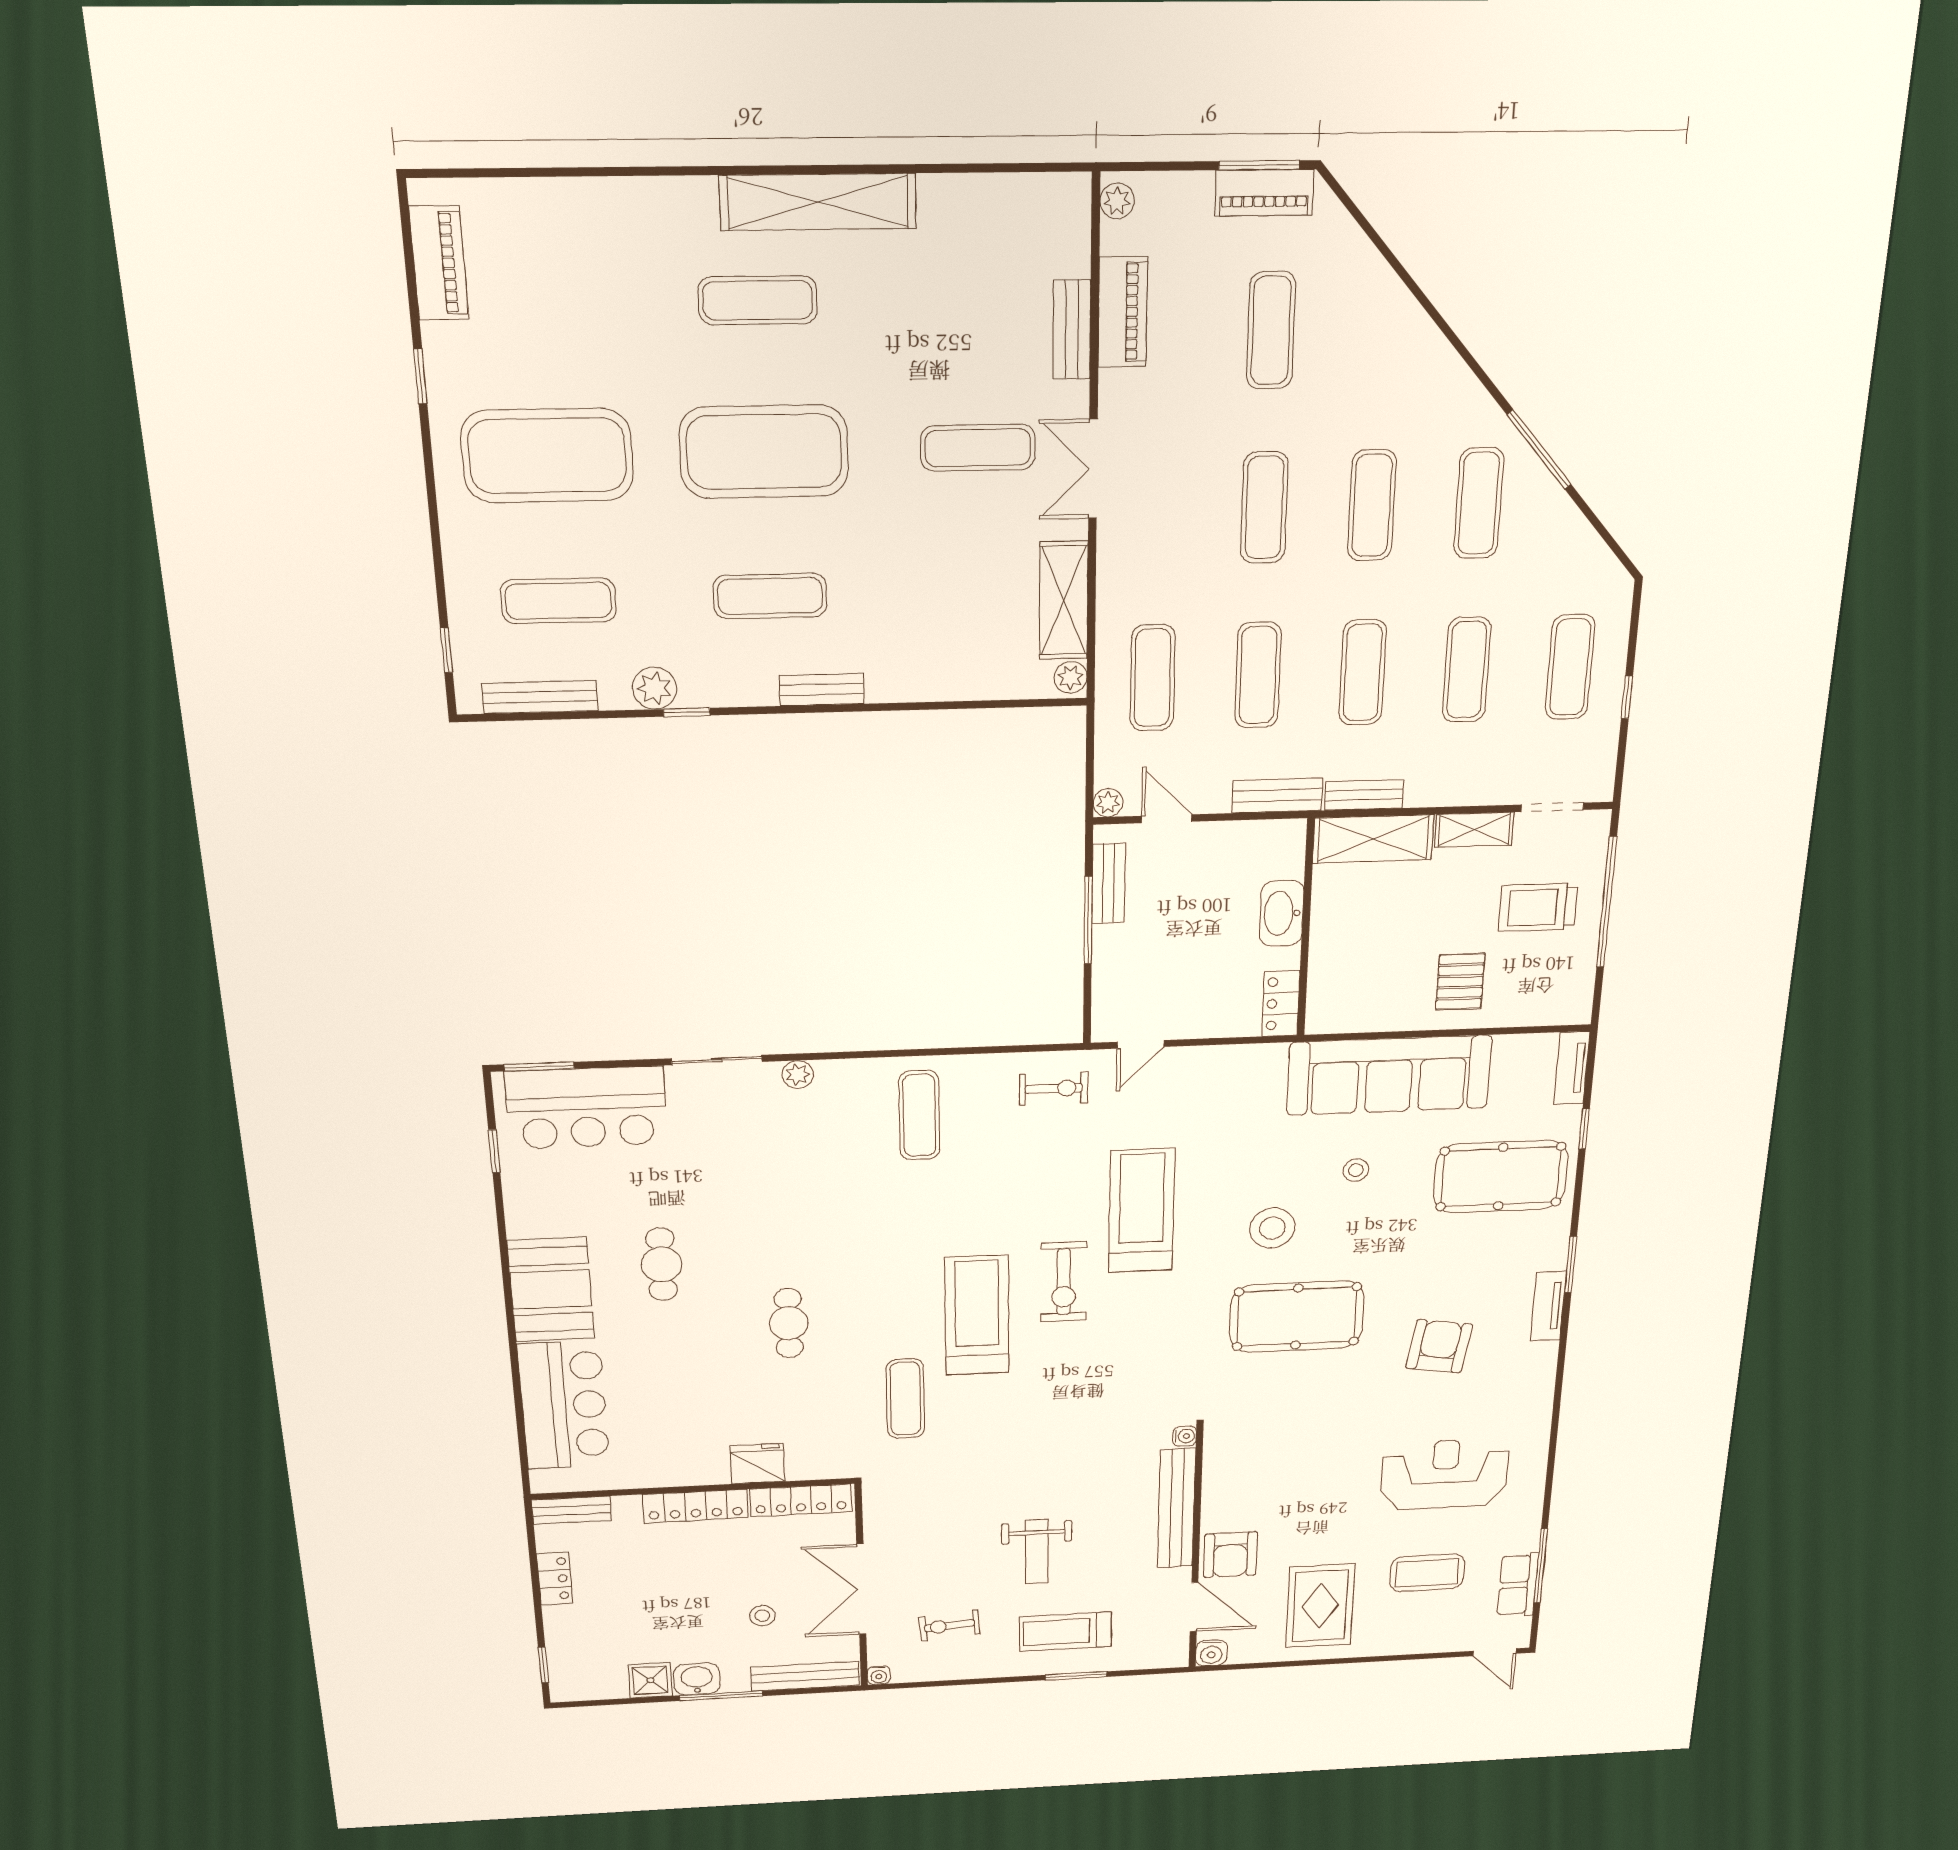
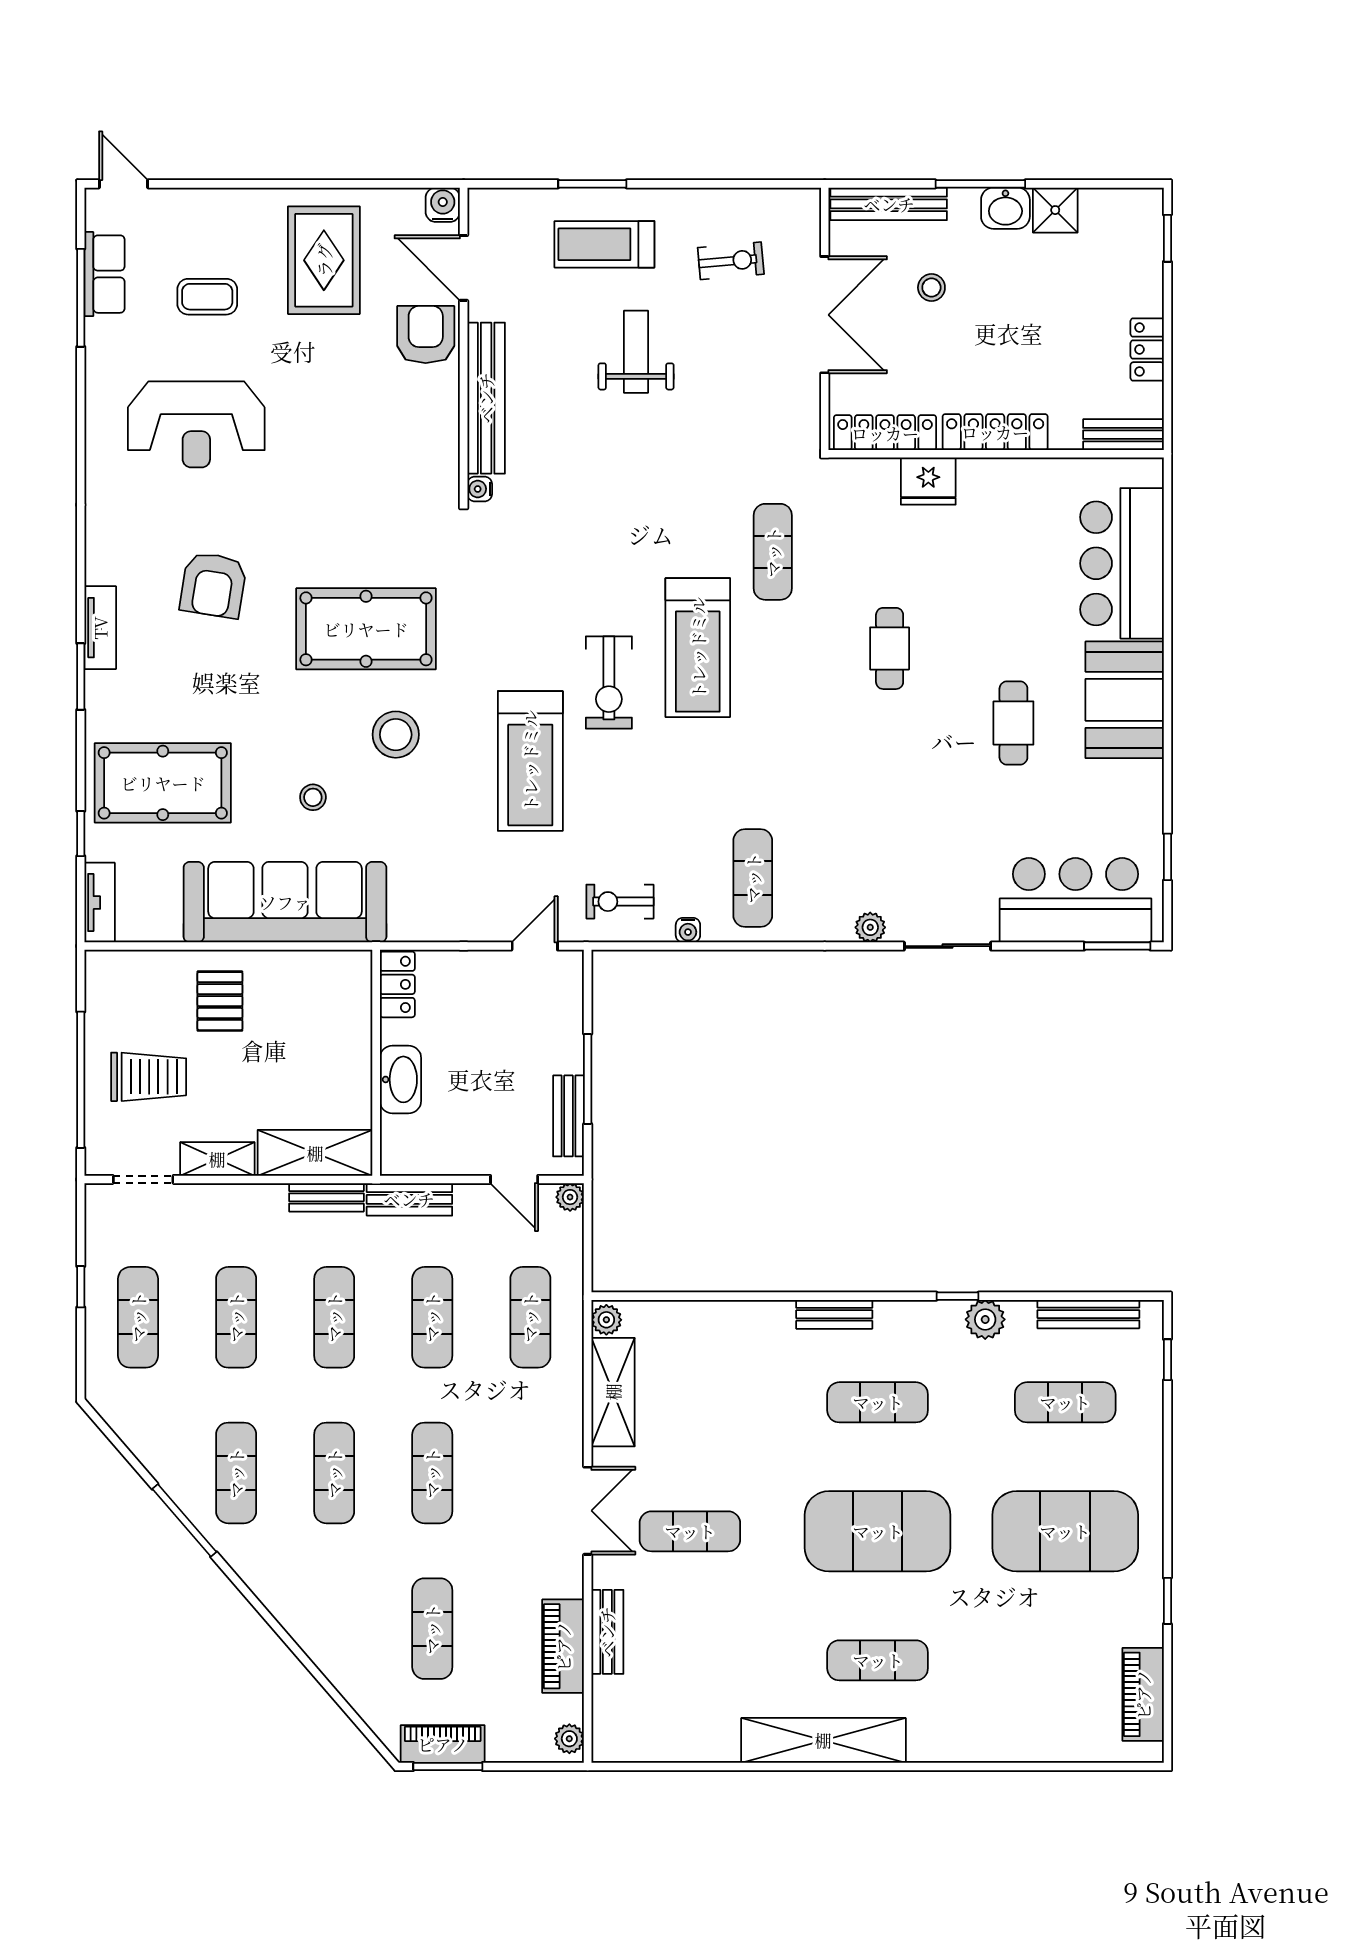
exercise bike: (1064, 1282) -> (609, 682), turned 180
coffee table: (1427, 1573) -> (207, 297), width x0.73, depth x0.77
treadmill: (1065, 1632) -> (604, 244), turned 180
water cooler: (879, 1675) -> (688, 930), moved, turned 180

